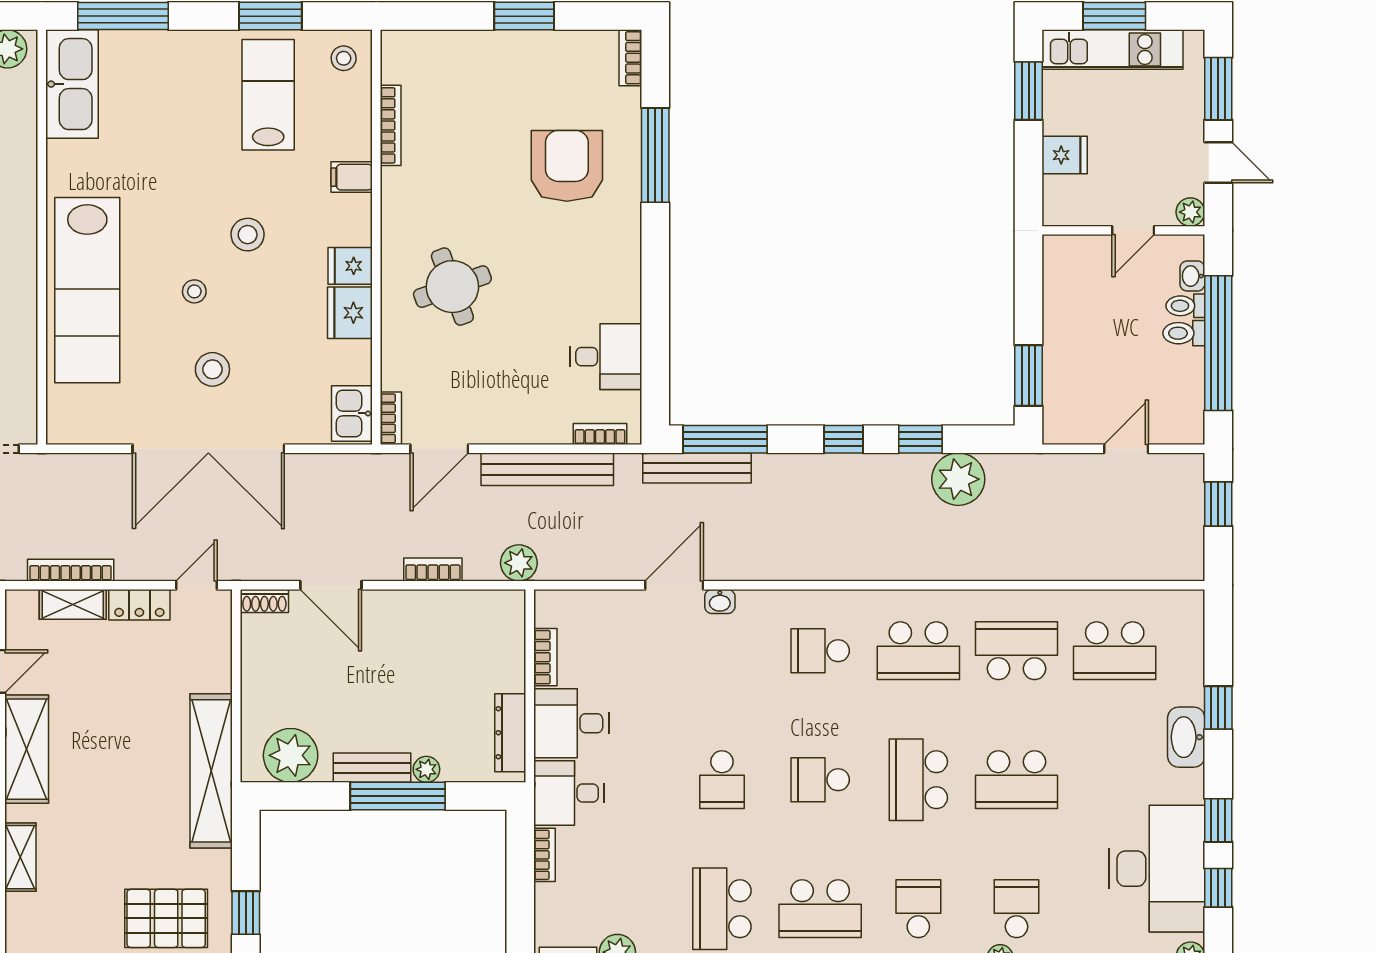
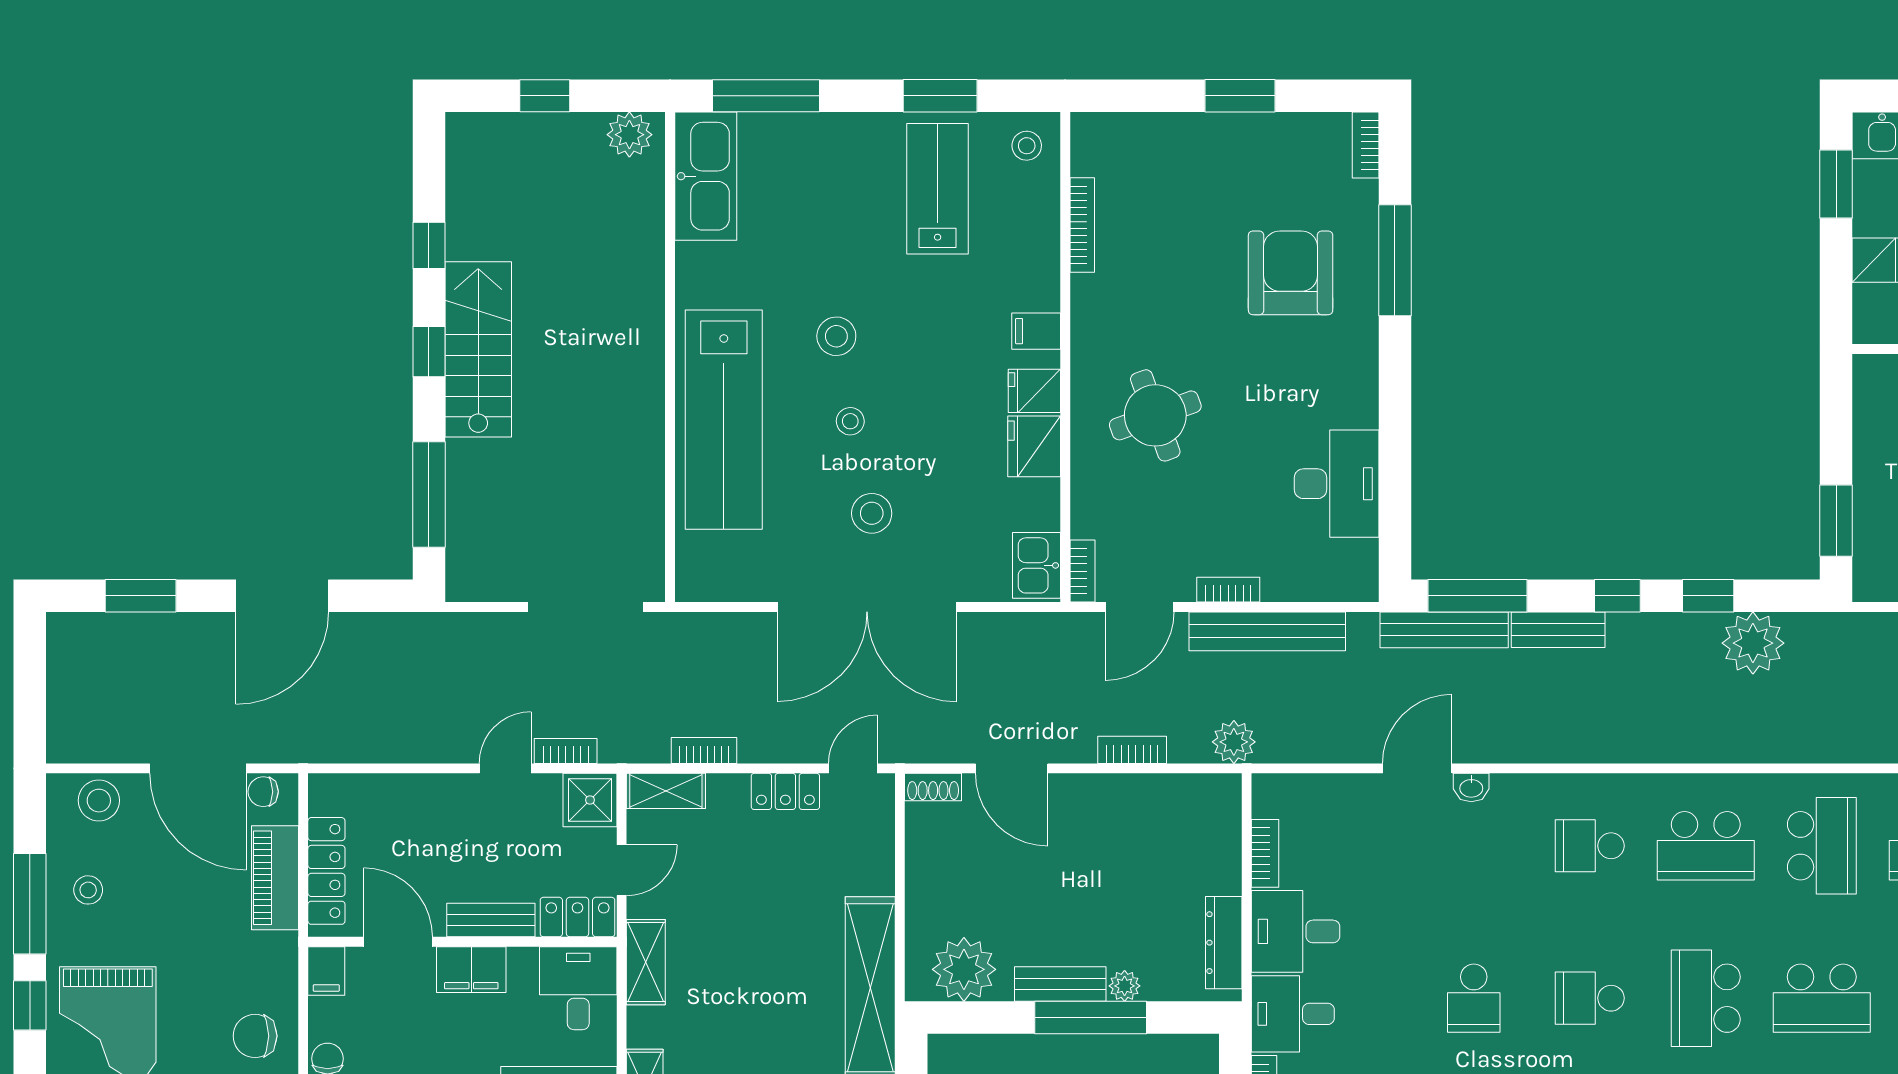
filing cabinet: (352, 177) -> (1036, 331), moved
stool: (248, 235) -> (836, 336), moved
desk: (606, 357) -> (1337, 484), width x1.37
bookcase: (600, 434) -> (1228, 590), moved
bench: (793, 468) -> (1558, 630), added
bookcase: (71, 570) -> (704, 751), width x0.64
shelving: (73, 604) -> (666, 791), moved
school desk: (1017, 651) -> (1822, 846), turned 90
shelving: (27, 749) -> (646, 962), width x0.67, depth x0.75

